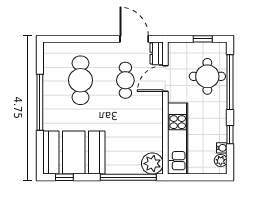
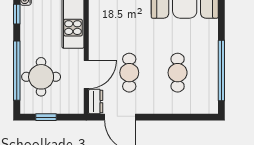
cafe table: (81, 80) -> (178, 73), width x0.73, depth x0.74
window: (40, 102) -> (221, 71), moved

